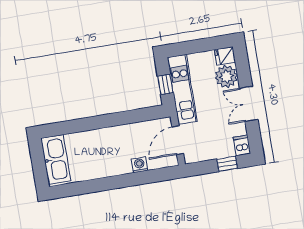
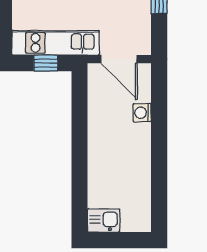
kitchen sink: (56, 159) -> (104, 220), width x0.53, depth x0.81

